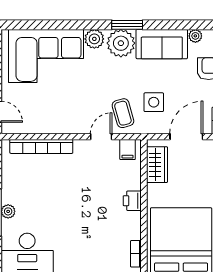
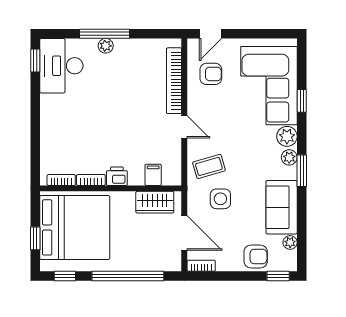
window: (61, 25) -> (302, 101), added
plant: (121, 43) -> (289, 157), width x0.53, depth x0.53
armchair: (35, 111) -> (211, 74), added
door: (101, 137) -> (184, 127), moved
filing cabinet: (128, 149) -> (153, 175), moved, turned 90
bookcase: (136, 226) -> (91, 180), added

